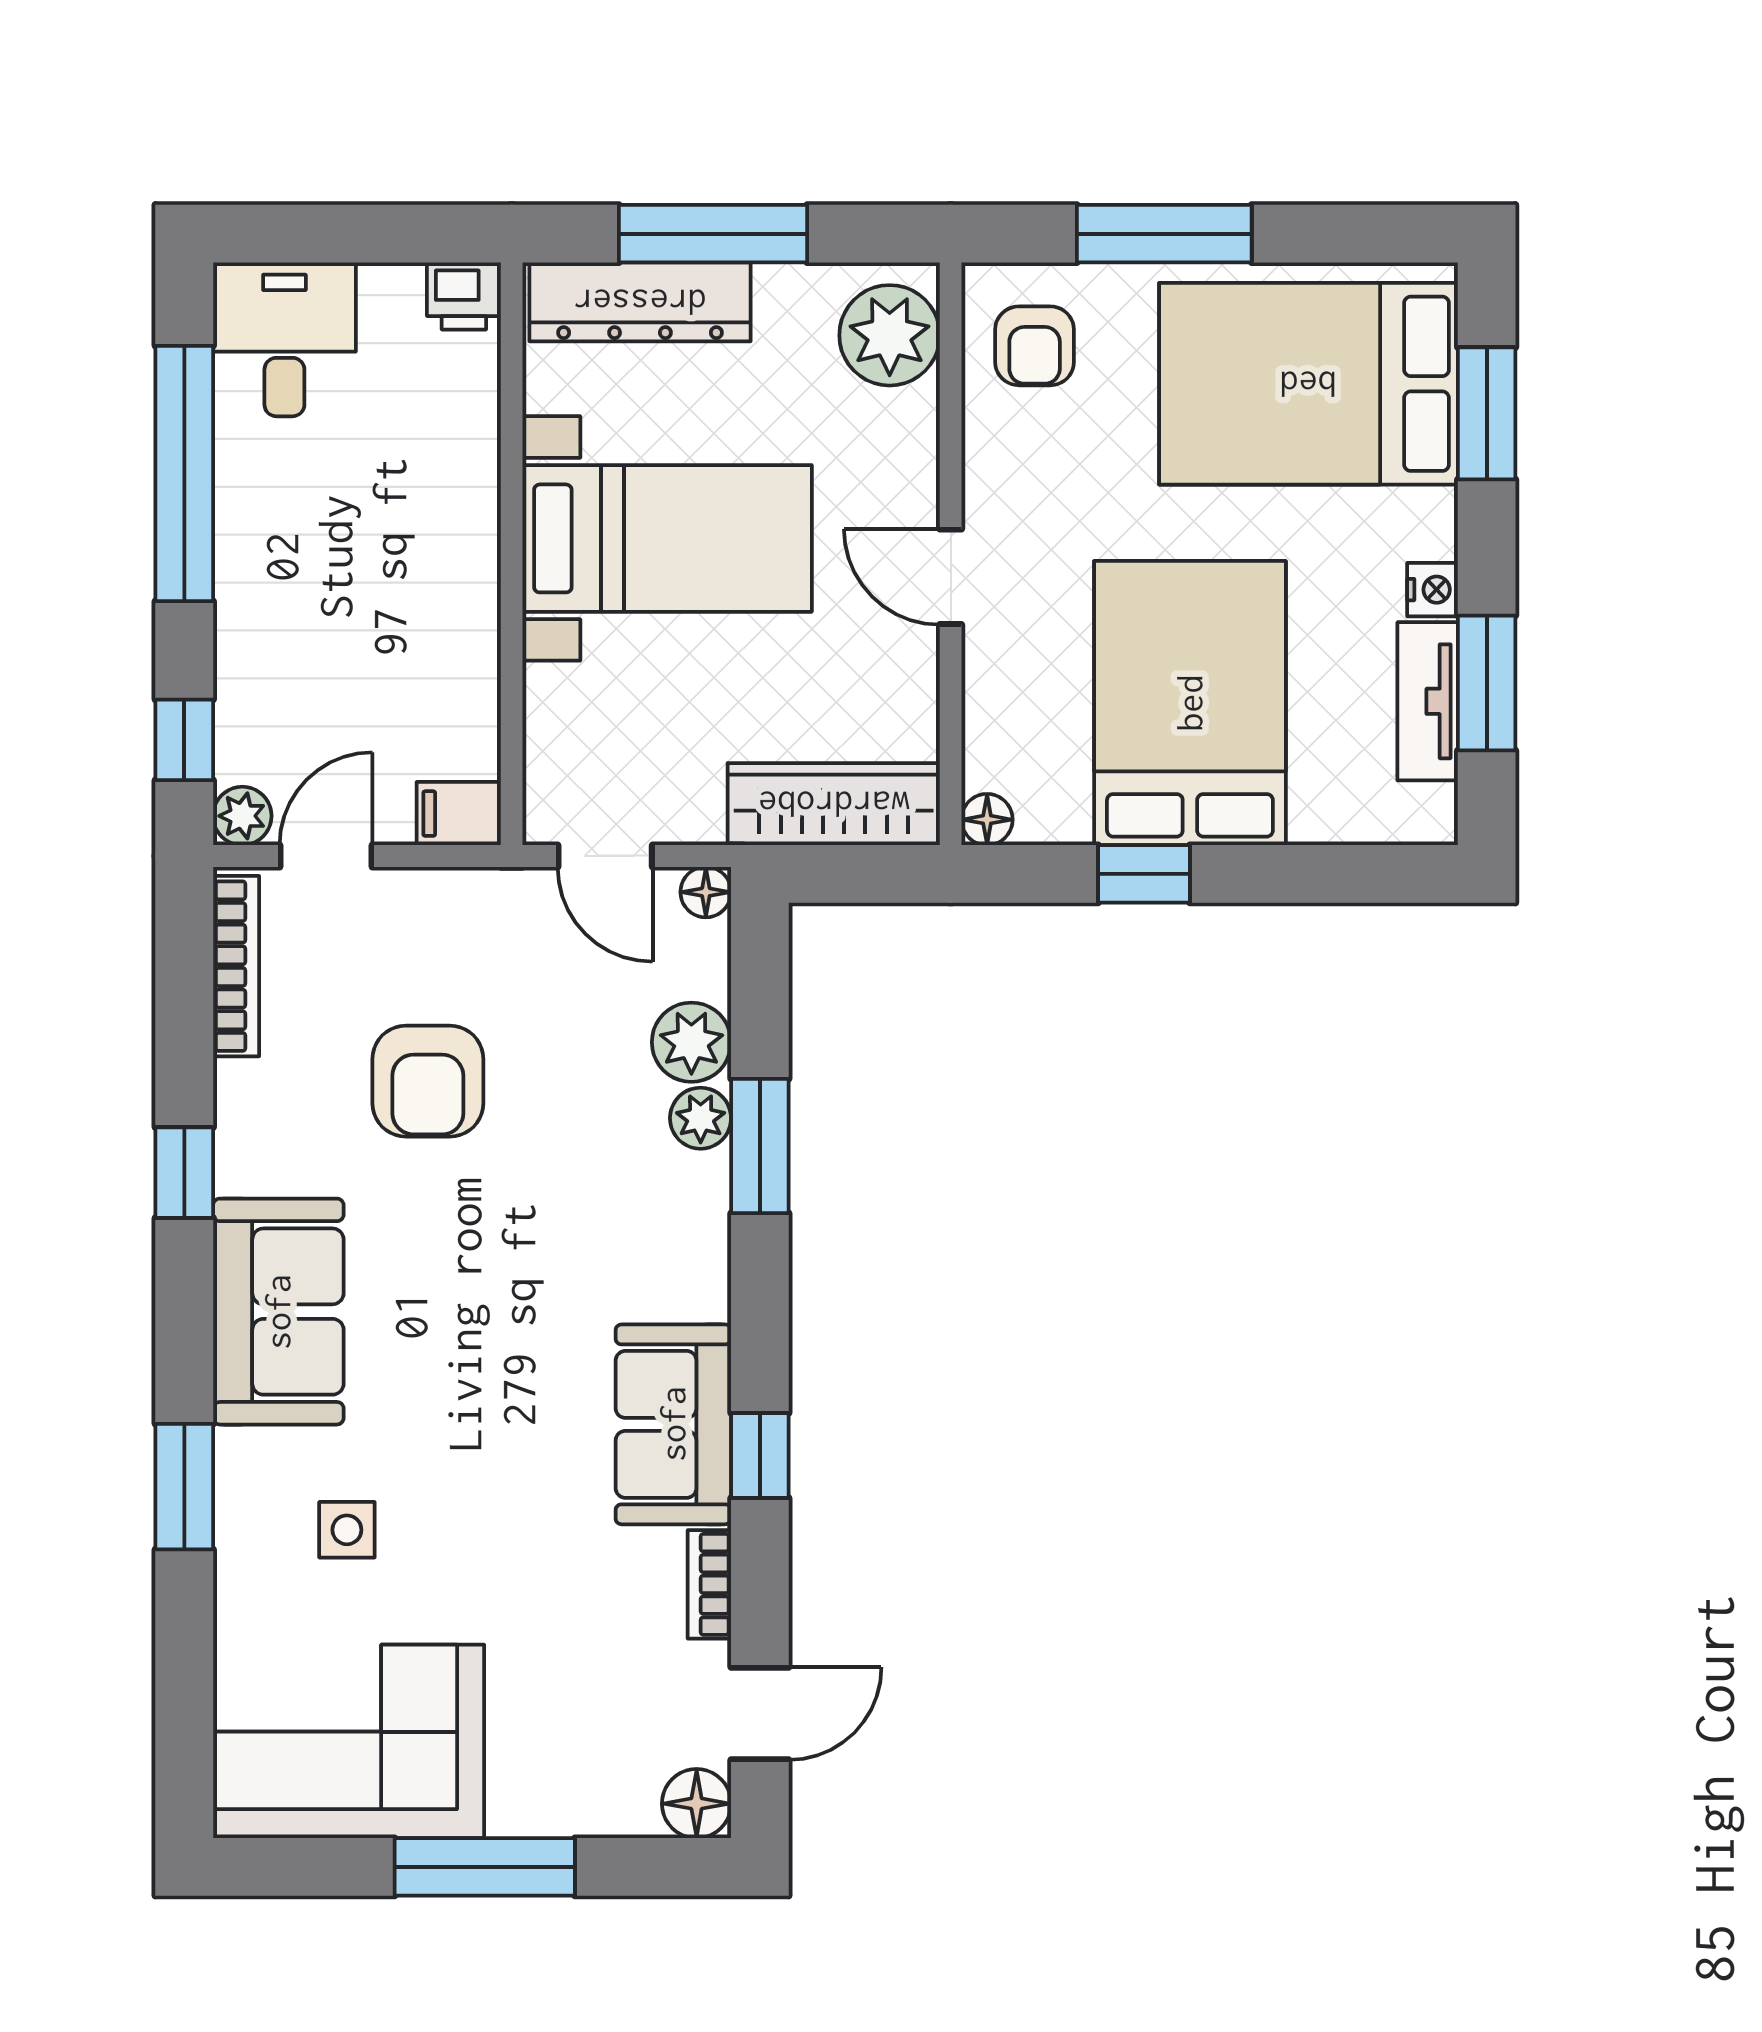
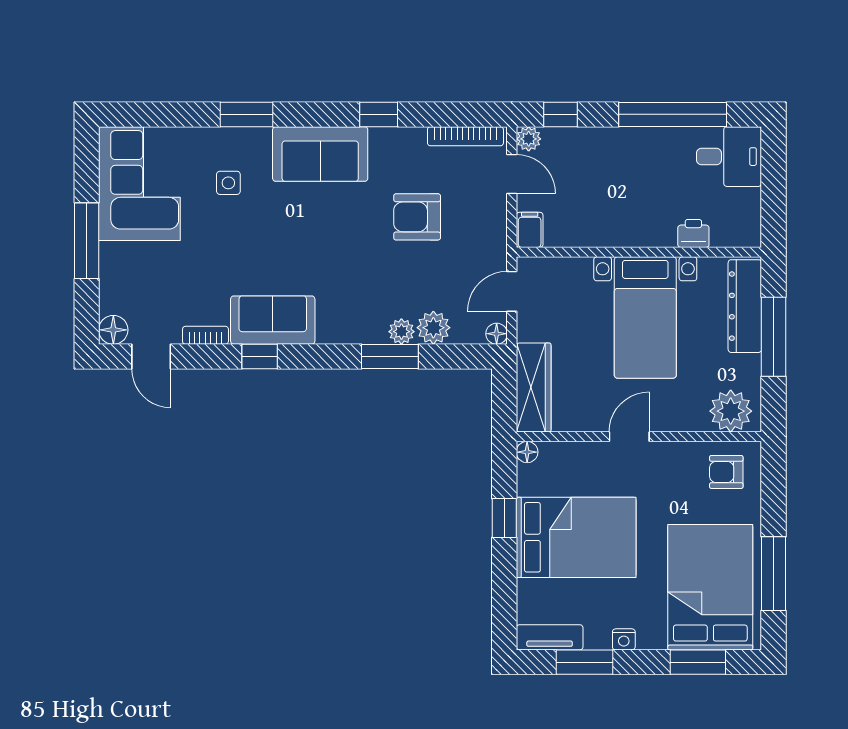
window: (1164, 234) -> (774, 574), moved
printer: (464, 296) -> (693, 233), moved, turned 90
tv unit: (1428, 701) -> (550, 637), moved

